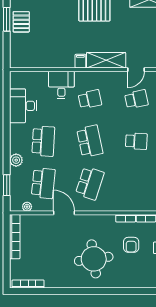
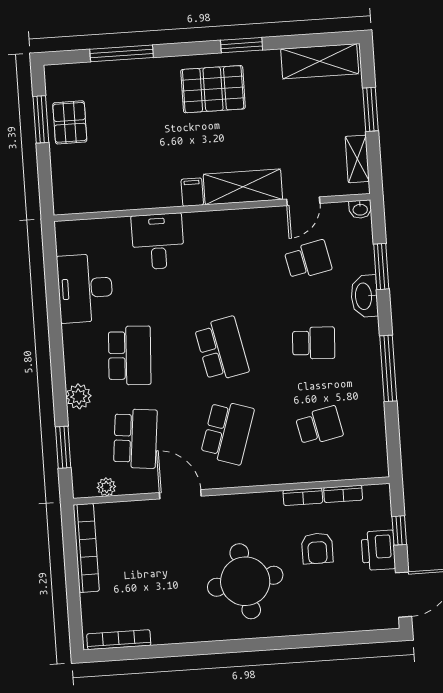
school desk: (90, 99) -> (319, 426), moved

